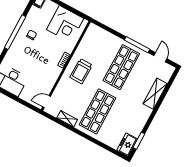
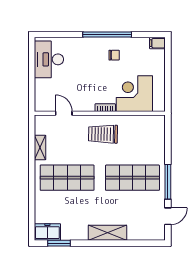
corner desk: (65, 24) -> (134, 94), moved, turned 90
shelving: (155, 94) -> (107, 233), moved
door: (47, 102) -> (64, 113), moved

